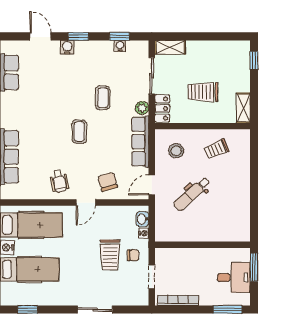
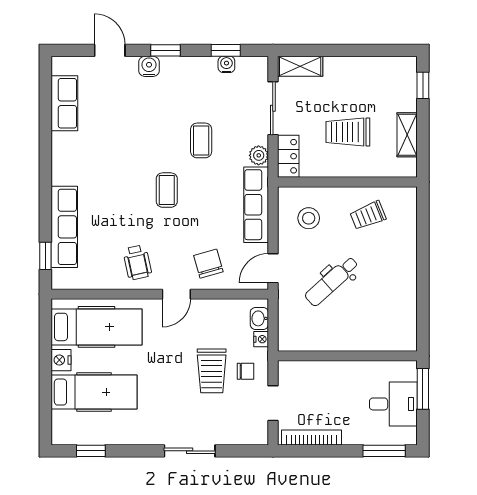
shelving: (243, 108) -> (407, 135), moved

